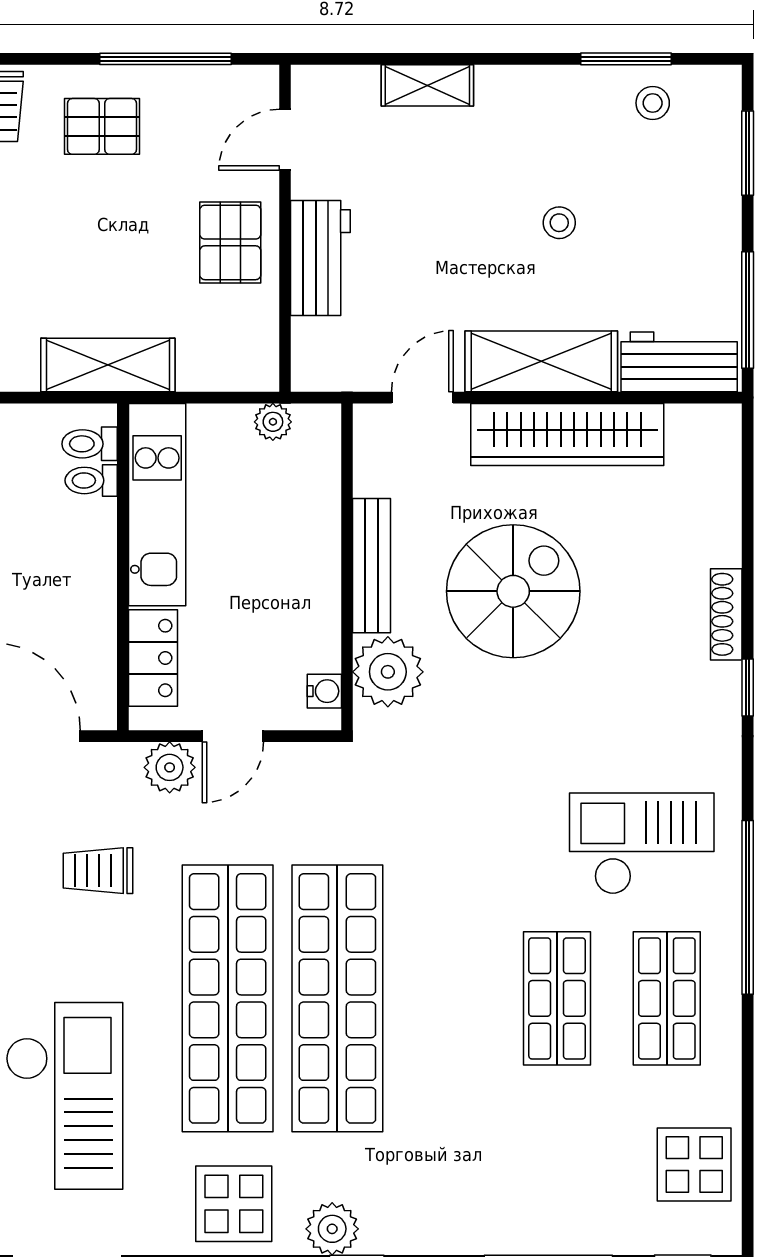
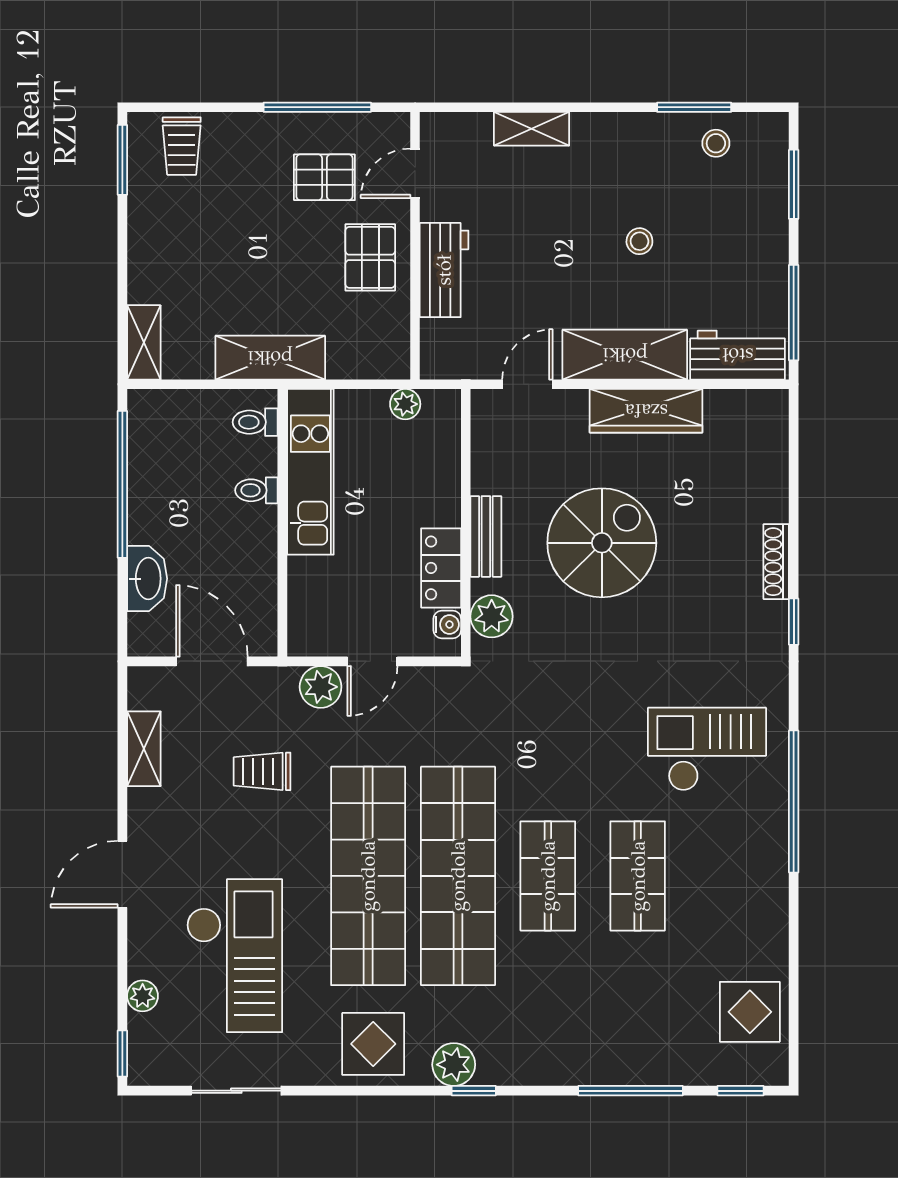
pallet: (102, 126) -> (324, 177), moved
wardrobe: (567, 435) -> (646, 411), width x0.71, depth x0.85
toilet: (91, 480) -> (256, 490), moved
bench: (372, 566) -> (486, 536), width x0.73
locker: (153, 658) -> (441, 568), moved, turned 180
plant: (388, 672) -> (492, 616), width x0.73, depth x0.73
shop shelf: (667, 998) -> (548, 876), moved

